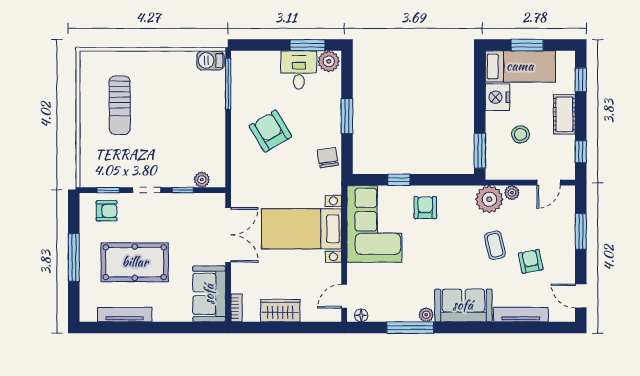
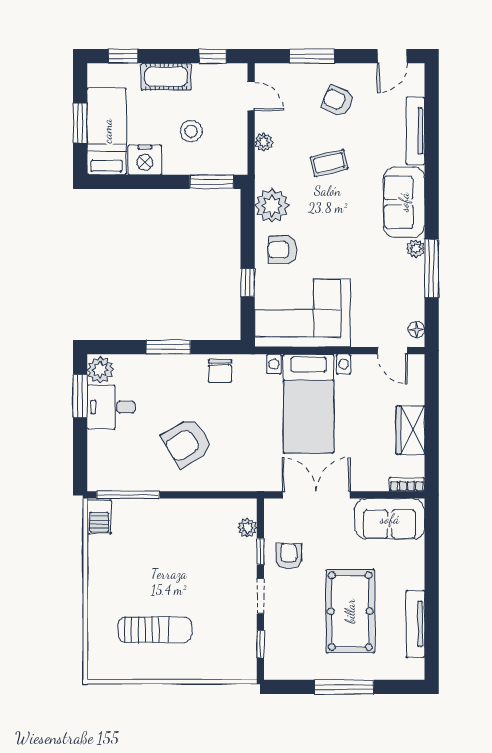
chair: (328, 158) -> (220, 371), turned -81
plant: (489, 199) -> (272, 206), moved
armchair: (107, 211) -> (289, 556), moved
armchair: (531, 261) -> (338, 101), moved, turned 35

